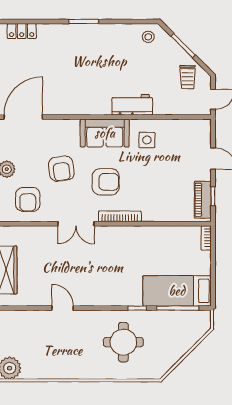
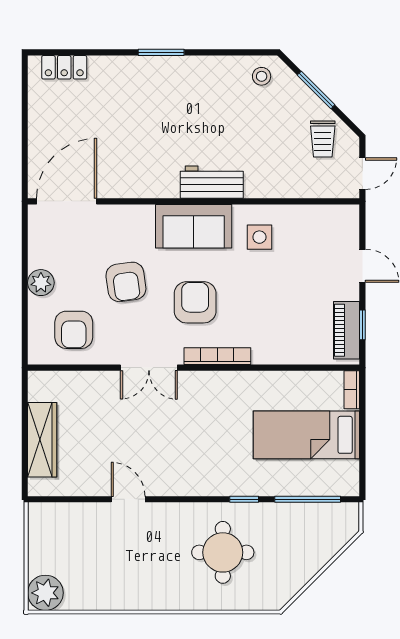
workbench: (132, 105) -> (212, 182), moved
armchair: (106, 182) -> (195, 302), turned -90
bed: (177, 291) -> (306, 435), moved

